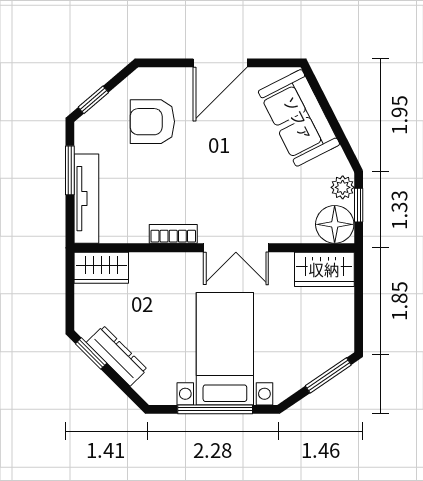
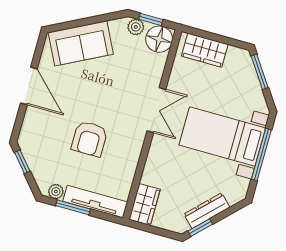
window: (93, 100) -> (22, 162), moved
armchair: (152, 122) -> (89, 139), moved
plant: (85, 141) -> (56, 192), added
bookcase: (173, 234) -> (135, 150), removed
wardrobe: (324, 269) -> (205, 50), moved, turned 90

